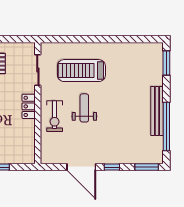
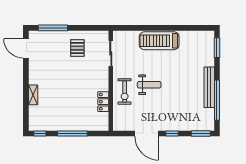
treadmill: (81, 71) -> (159, 41), moved
locker: (29, 106) -> (103, 102), moved
weight bench: (84, 108) -> (149, 85), turned 90

